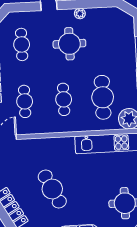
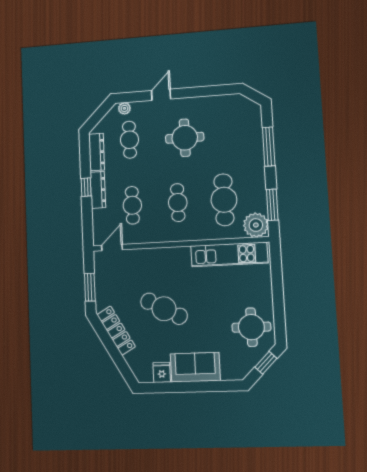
plant: (80, 14) -> (124, 108), moved
cafe table: (52, 189) -> (164, 309), turned -36

